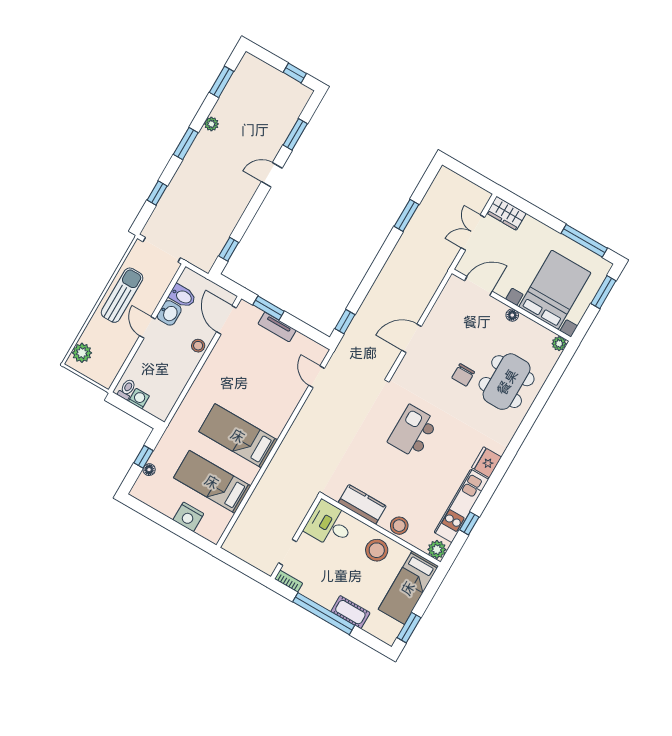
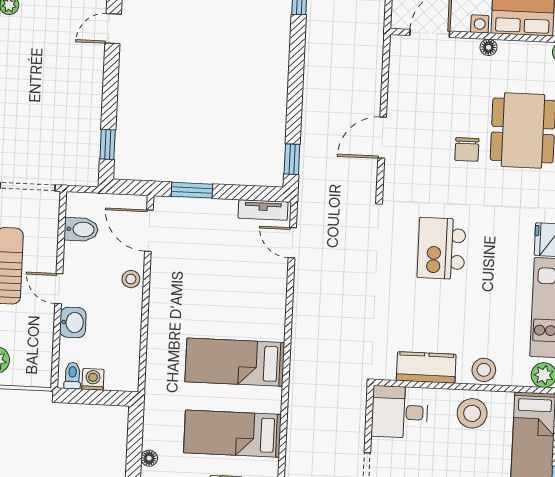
washbasin: (169, 313) -> (73, 322), moved
tv unit: (277, 327) -> (263, 210), moved
window: (143, 457) -> (134, 446), removed

